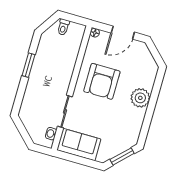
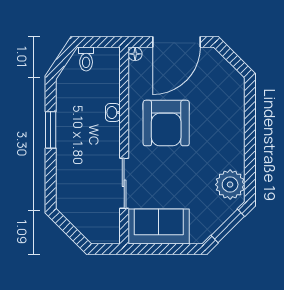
door: (123, 33) -> (176, 42), width x1.36
plant: (140, 98) -> (230, 185), moved
washbasin: (51, 134) -> (113, 113), moved

